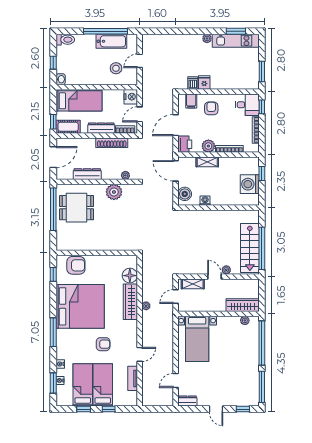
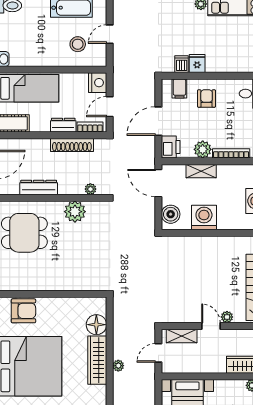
dresser: (101, 128) -> (63, 125), width x0.70
washing machine: (205, 201) -> (204, 217), width x1.89, depth x1.89

